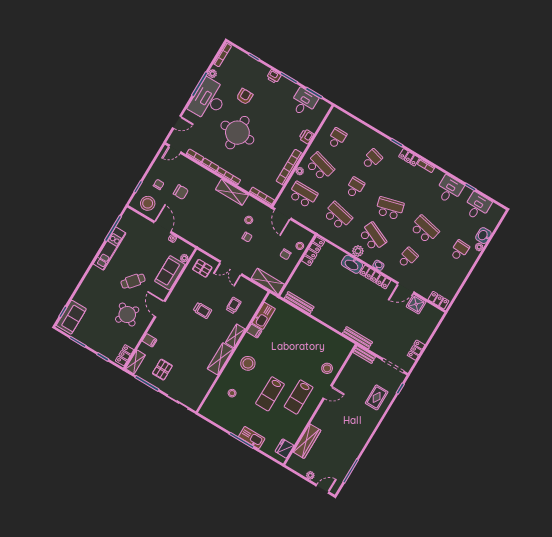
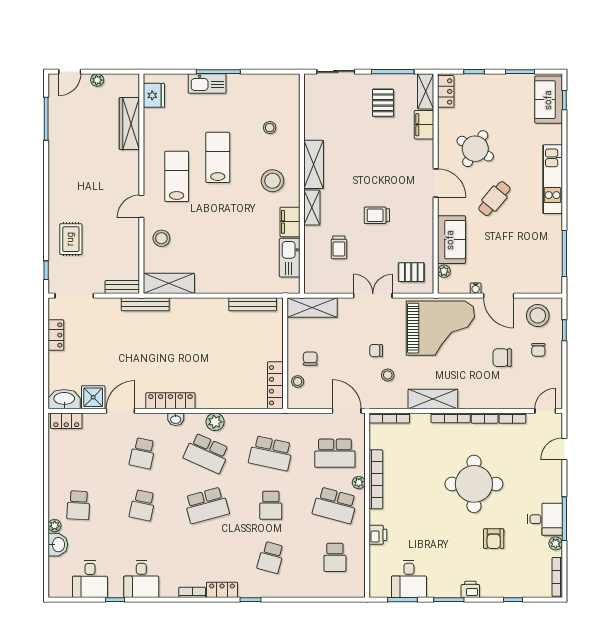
desk: (209, 100) -> (545, 519), width x0.53, depth x0.77
grand piano: (205, 228) -> (440, 328), added
school desk: (425, 229) -> (143, 505), width x0.54
kitchen unit: (110, 249) -> (553, 179), moved
washbasin: (352, 264) -> (64, 399), moved
filing cabinet: (254, 331) -> (290, 222), width x2.00
filing cabinet: (150, 340) -> (424, 125), width x2.00
shelving: (338, 341) -> (169, 283), added

